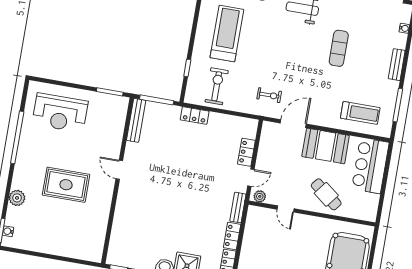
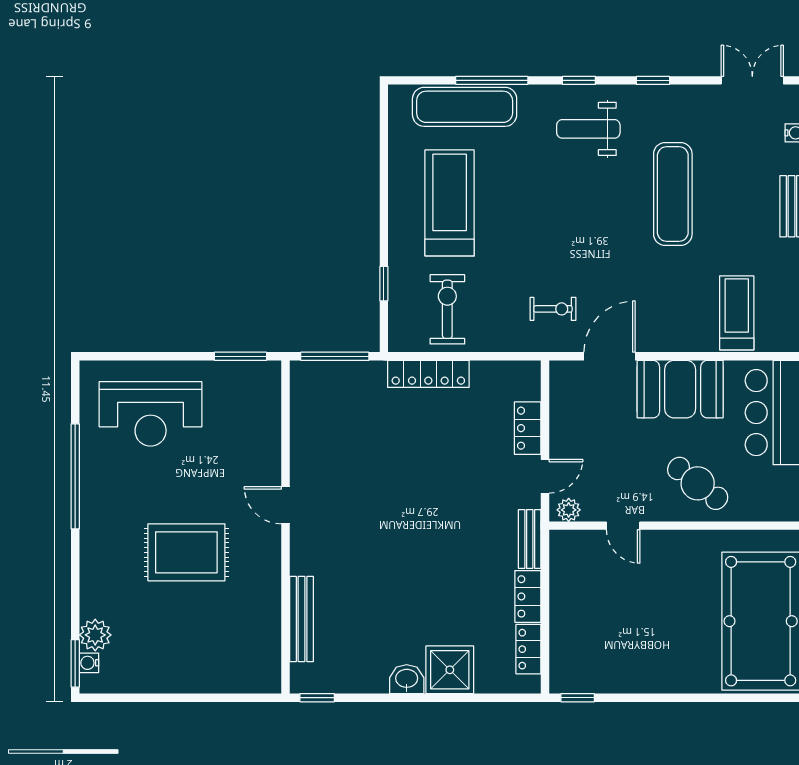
exercise mat: (339, 48) -> (673, 194), width x1.36, depth x1.45
treadmill: (360, 113) -> (737, 313), turned -90
locker: (195, 116) -> (428, 374), width x1.53
bench: (136, 120) -> (302, 619), moved
plant: (17, 198) -> (95, 635), moved

